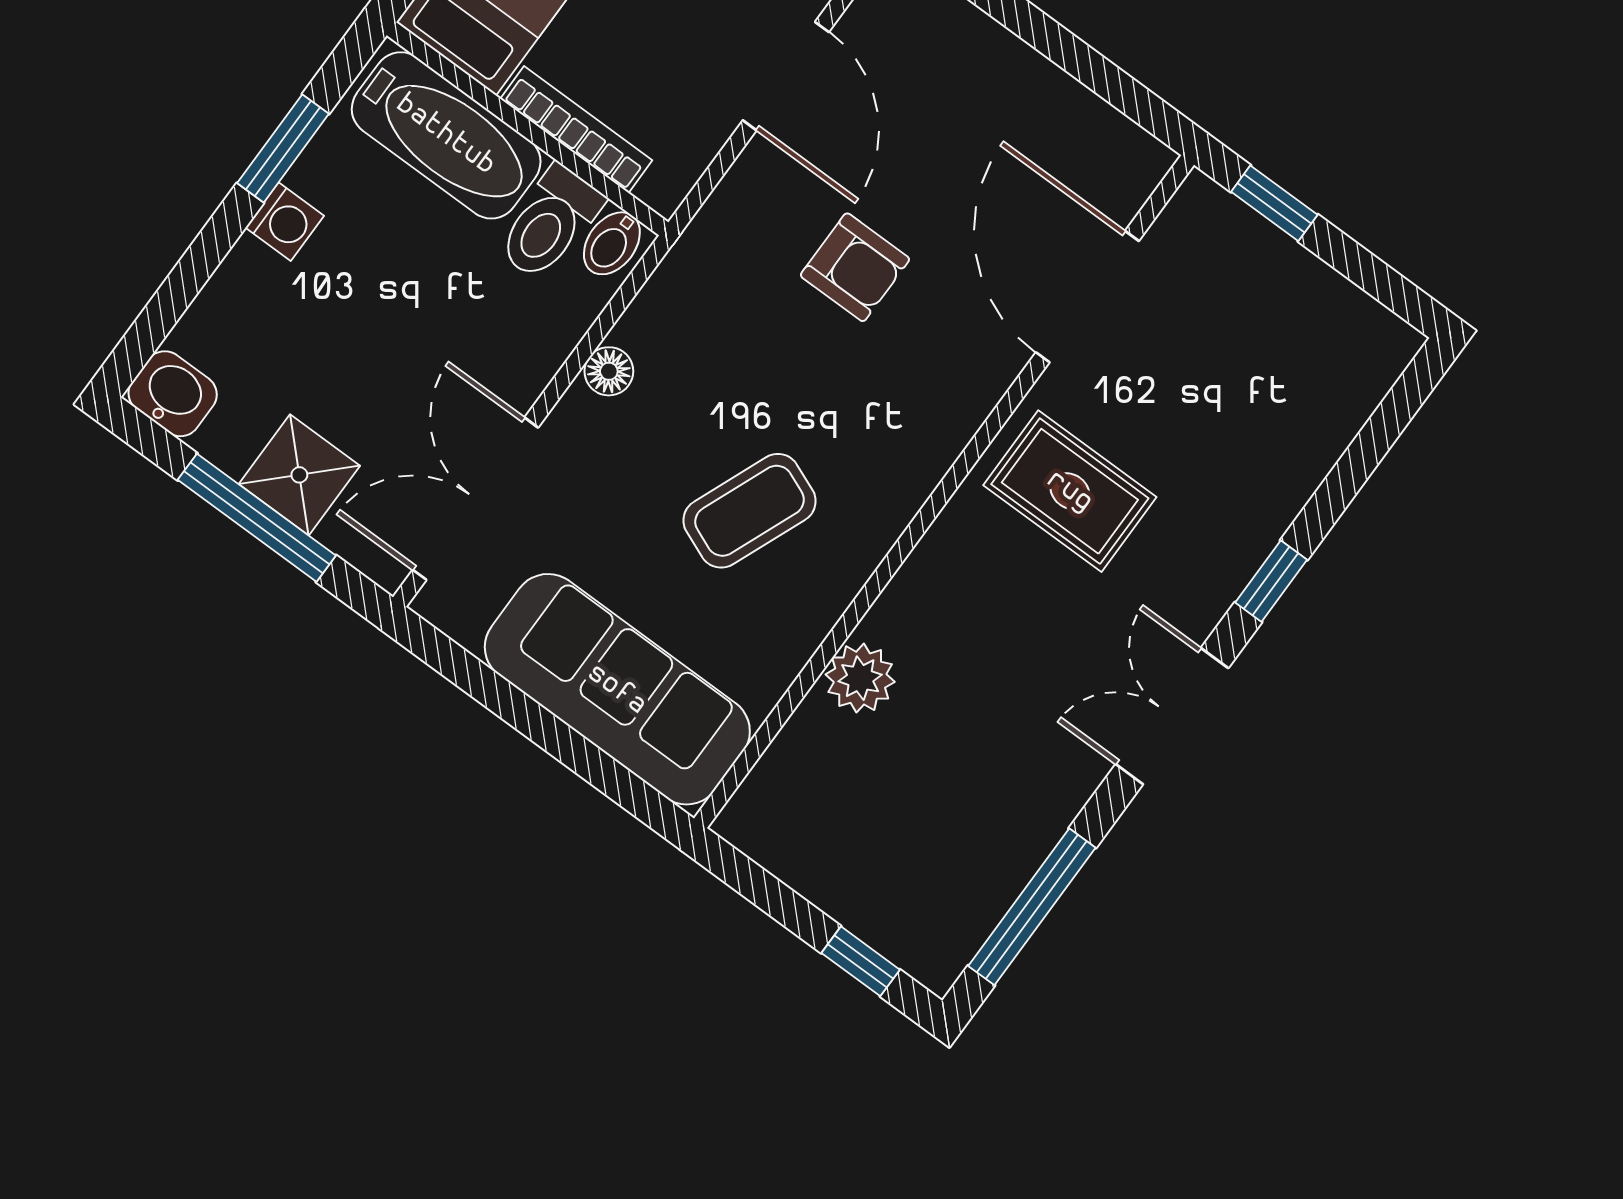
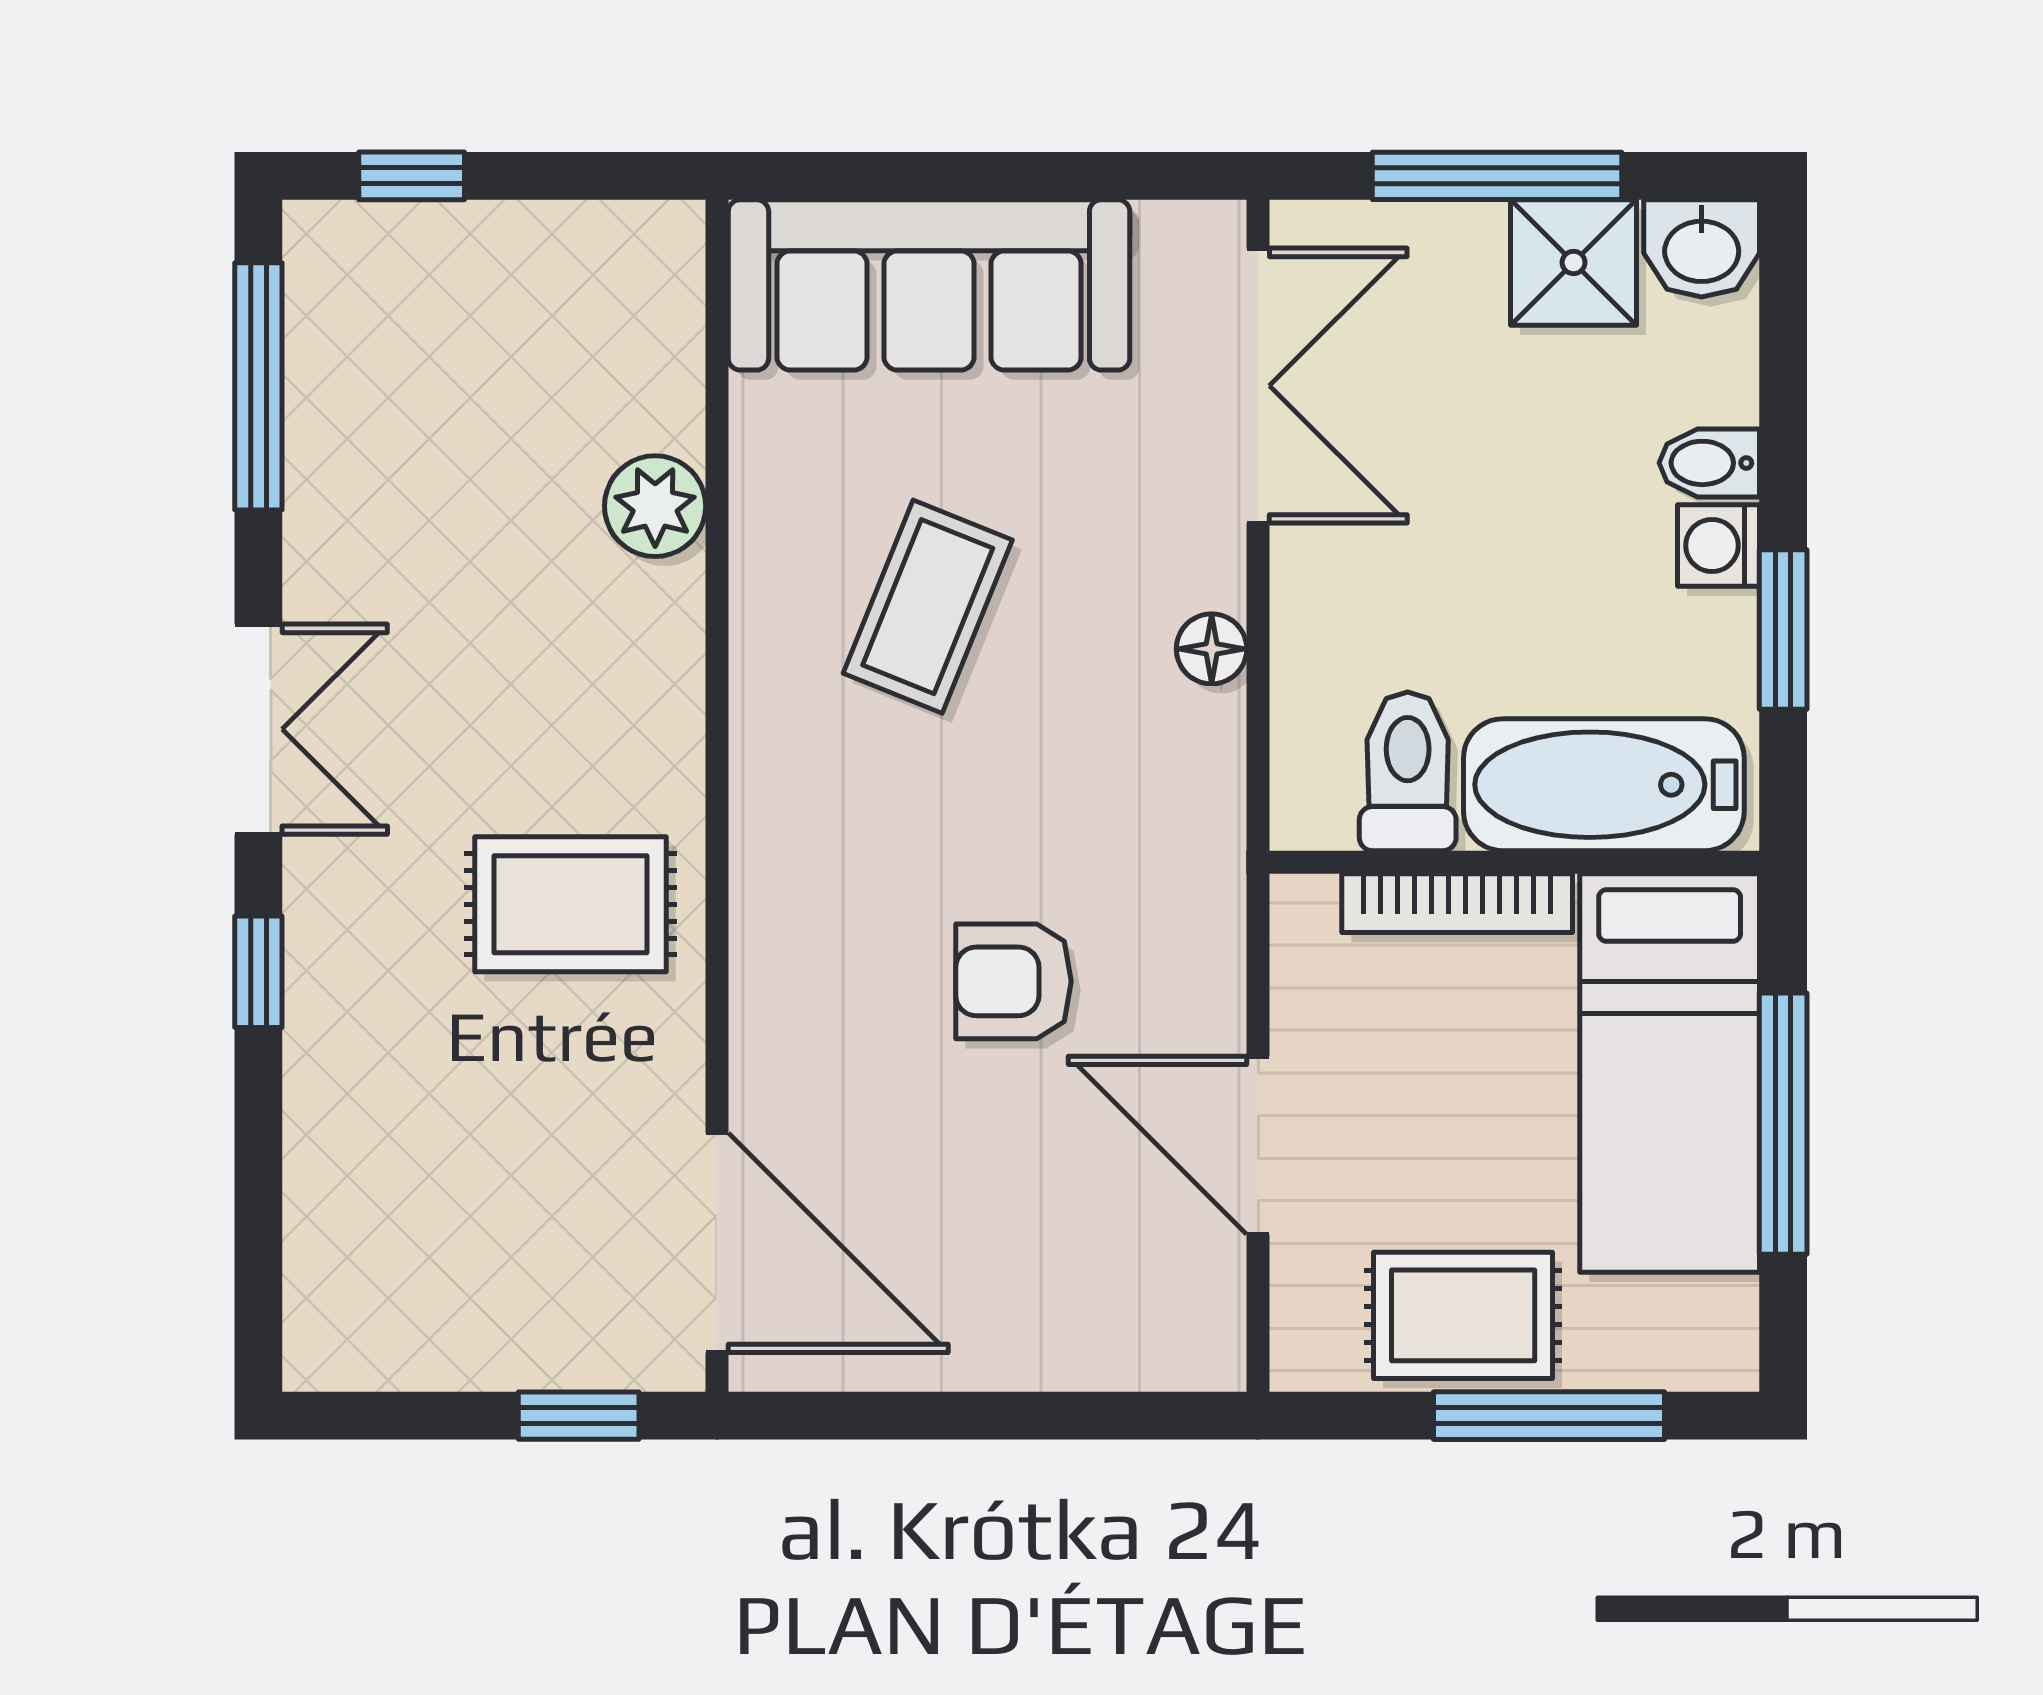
bidet: (612, 243) -> (1709, 463), moved, turned -90
door: (1087, 297) -> (717, 1243), moved
shower: (299, 475) -> (1574, 262), moved

